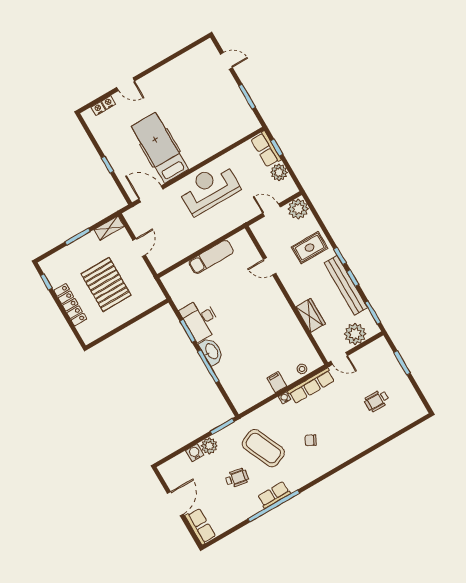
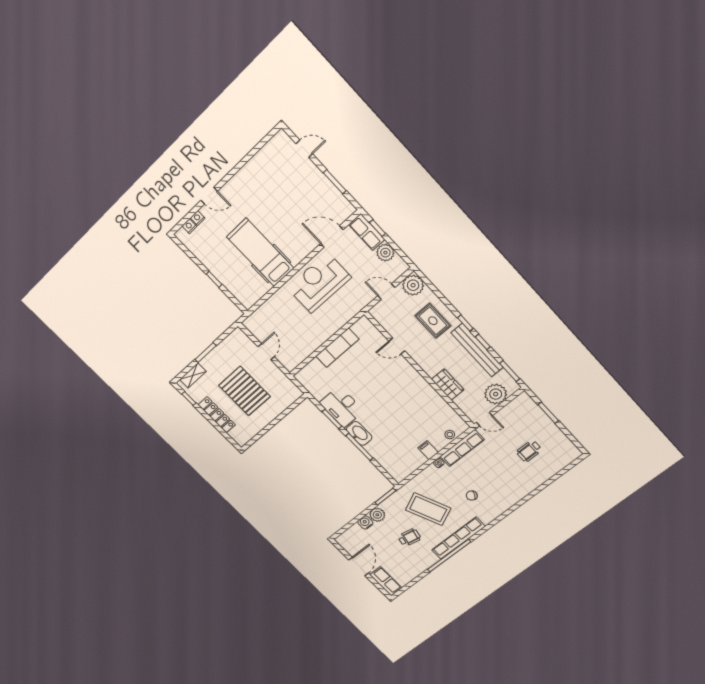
door: (151, 194) -> (332, 237), moved
shelving: (109, 228) -> (193, 375), moved
rug: (310, 248) -> (433, 321), turned 90
row of seats: (274, 495) -> (458, 538), width x2.02

